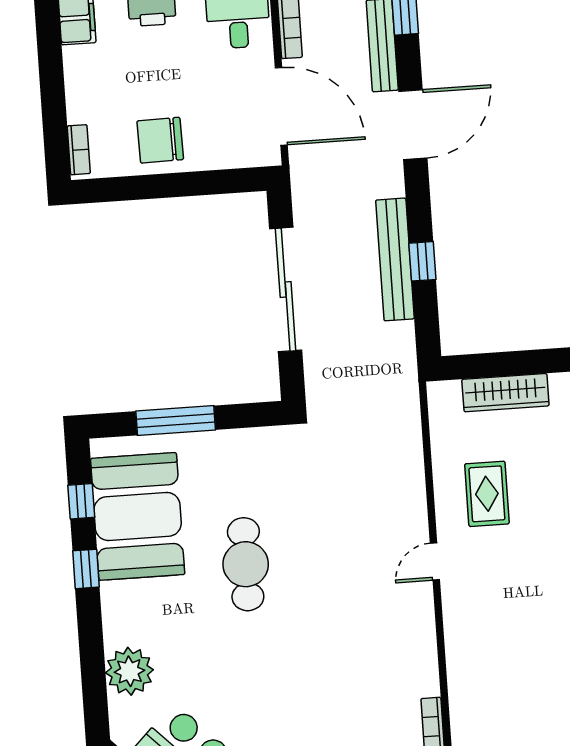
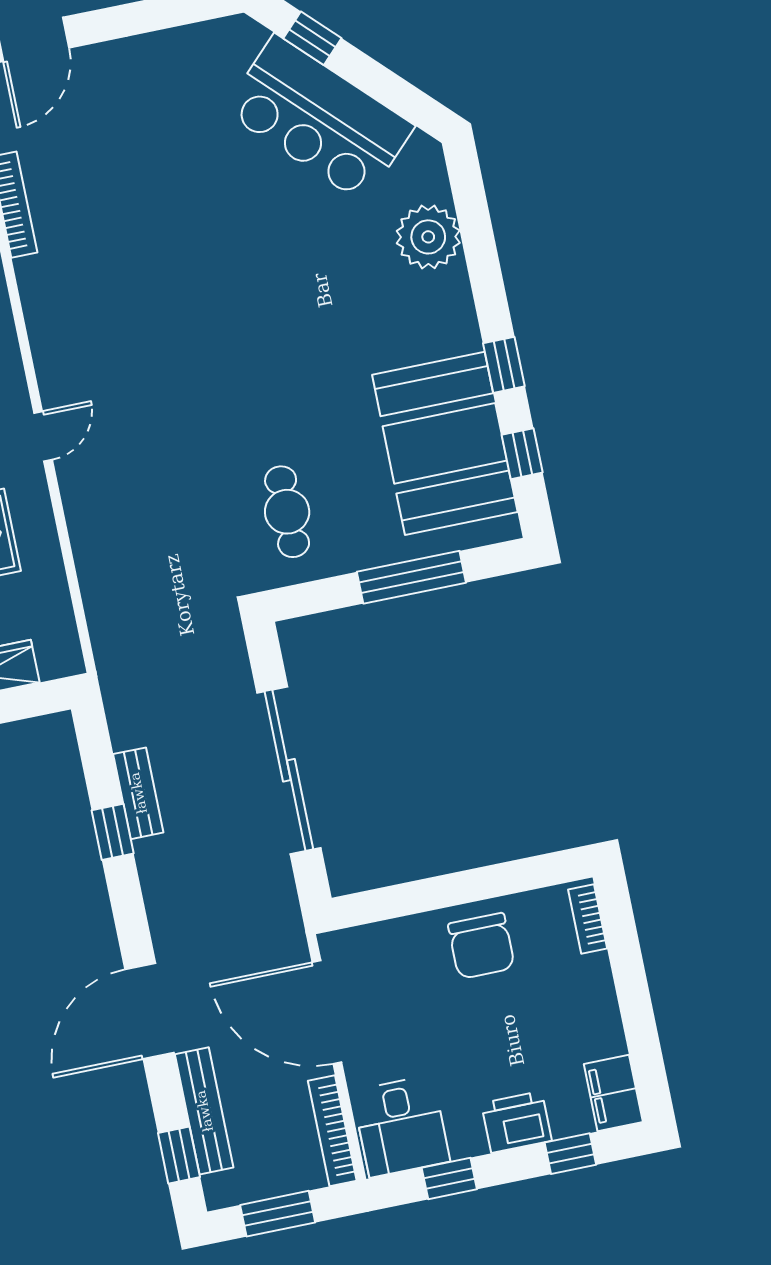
chair: (160, 140) -> (481, 946), turned 91
bench: (395, 259) -> (138, 793), width x0.54, depth x0.82
cafe table: (246, 564) -> (287, 512), moved, width x0.73, depth x0.74

